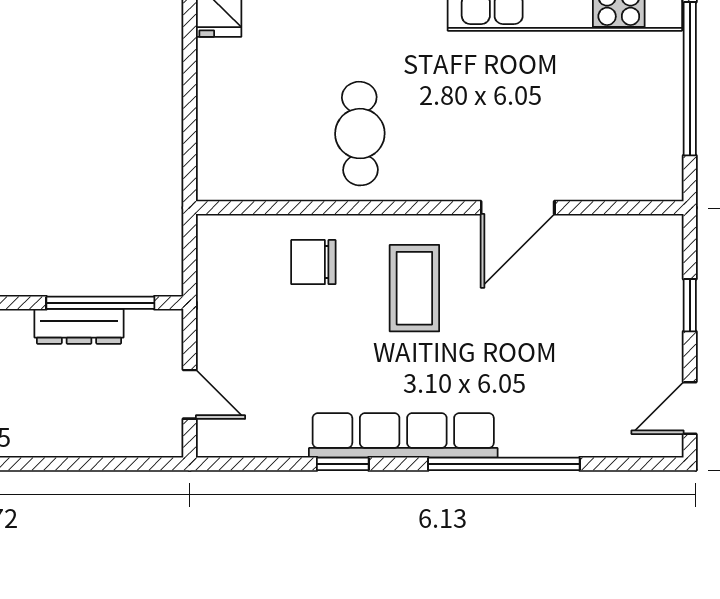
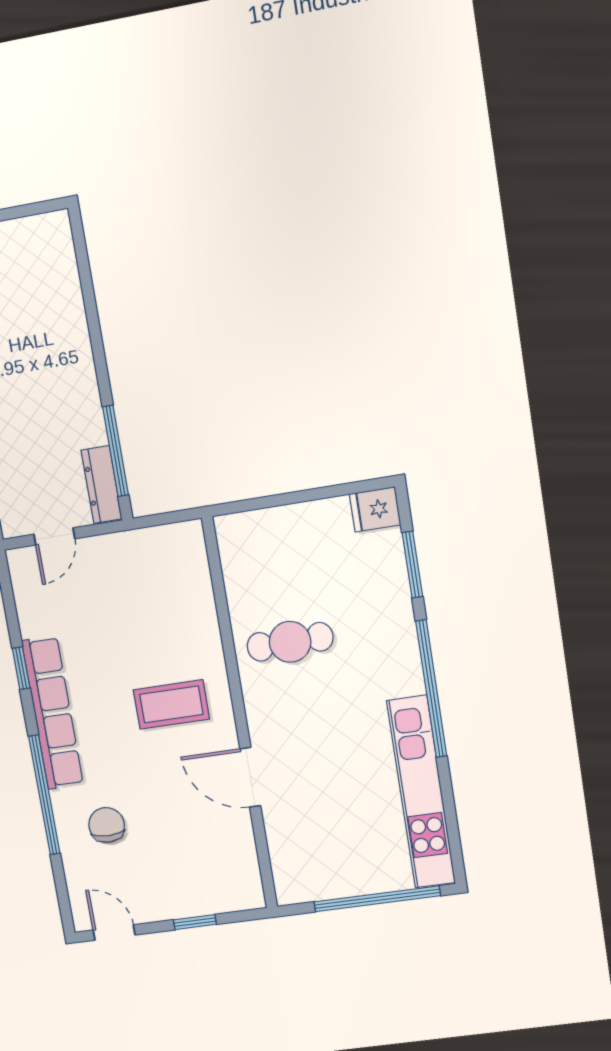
chair: (313, 262) -> (107, 825), moved
dresser: (79, 326) -> (102, 485), moved

